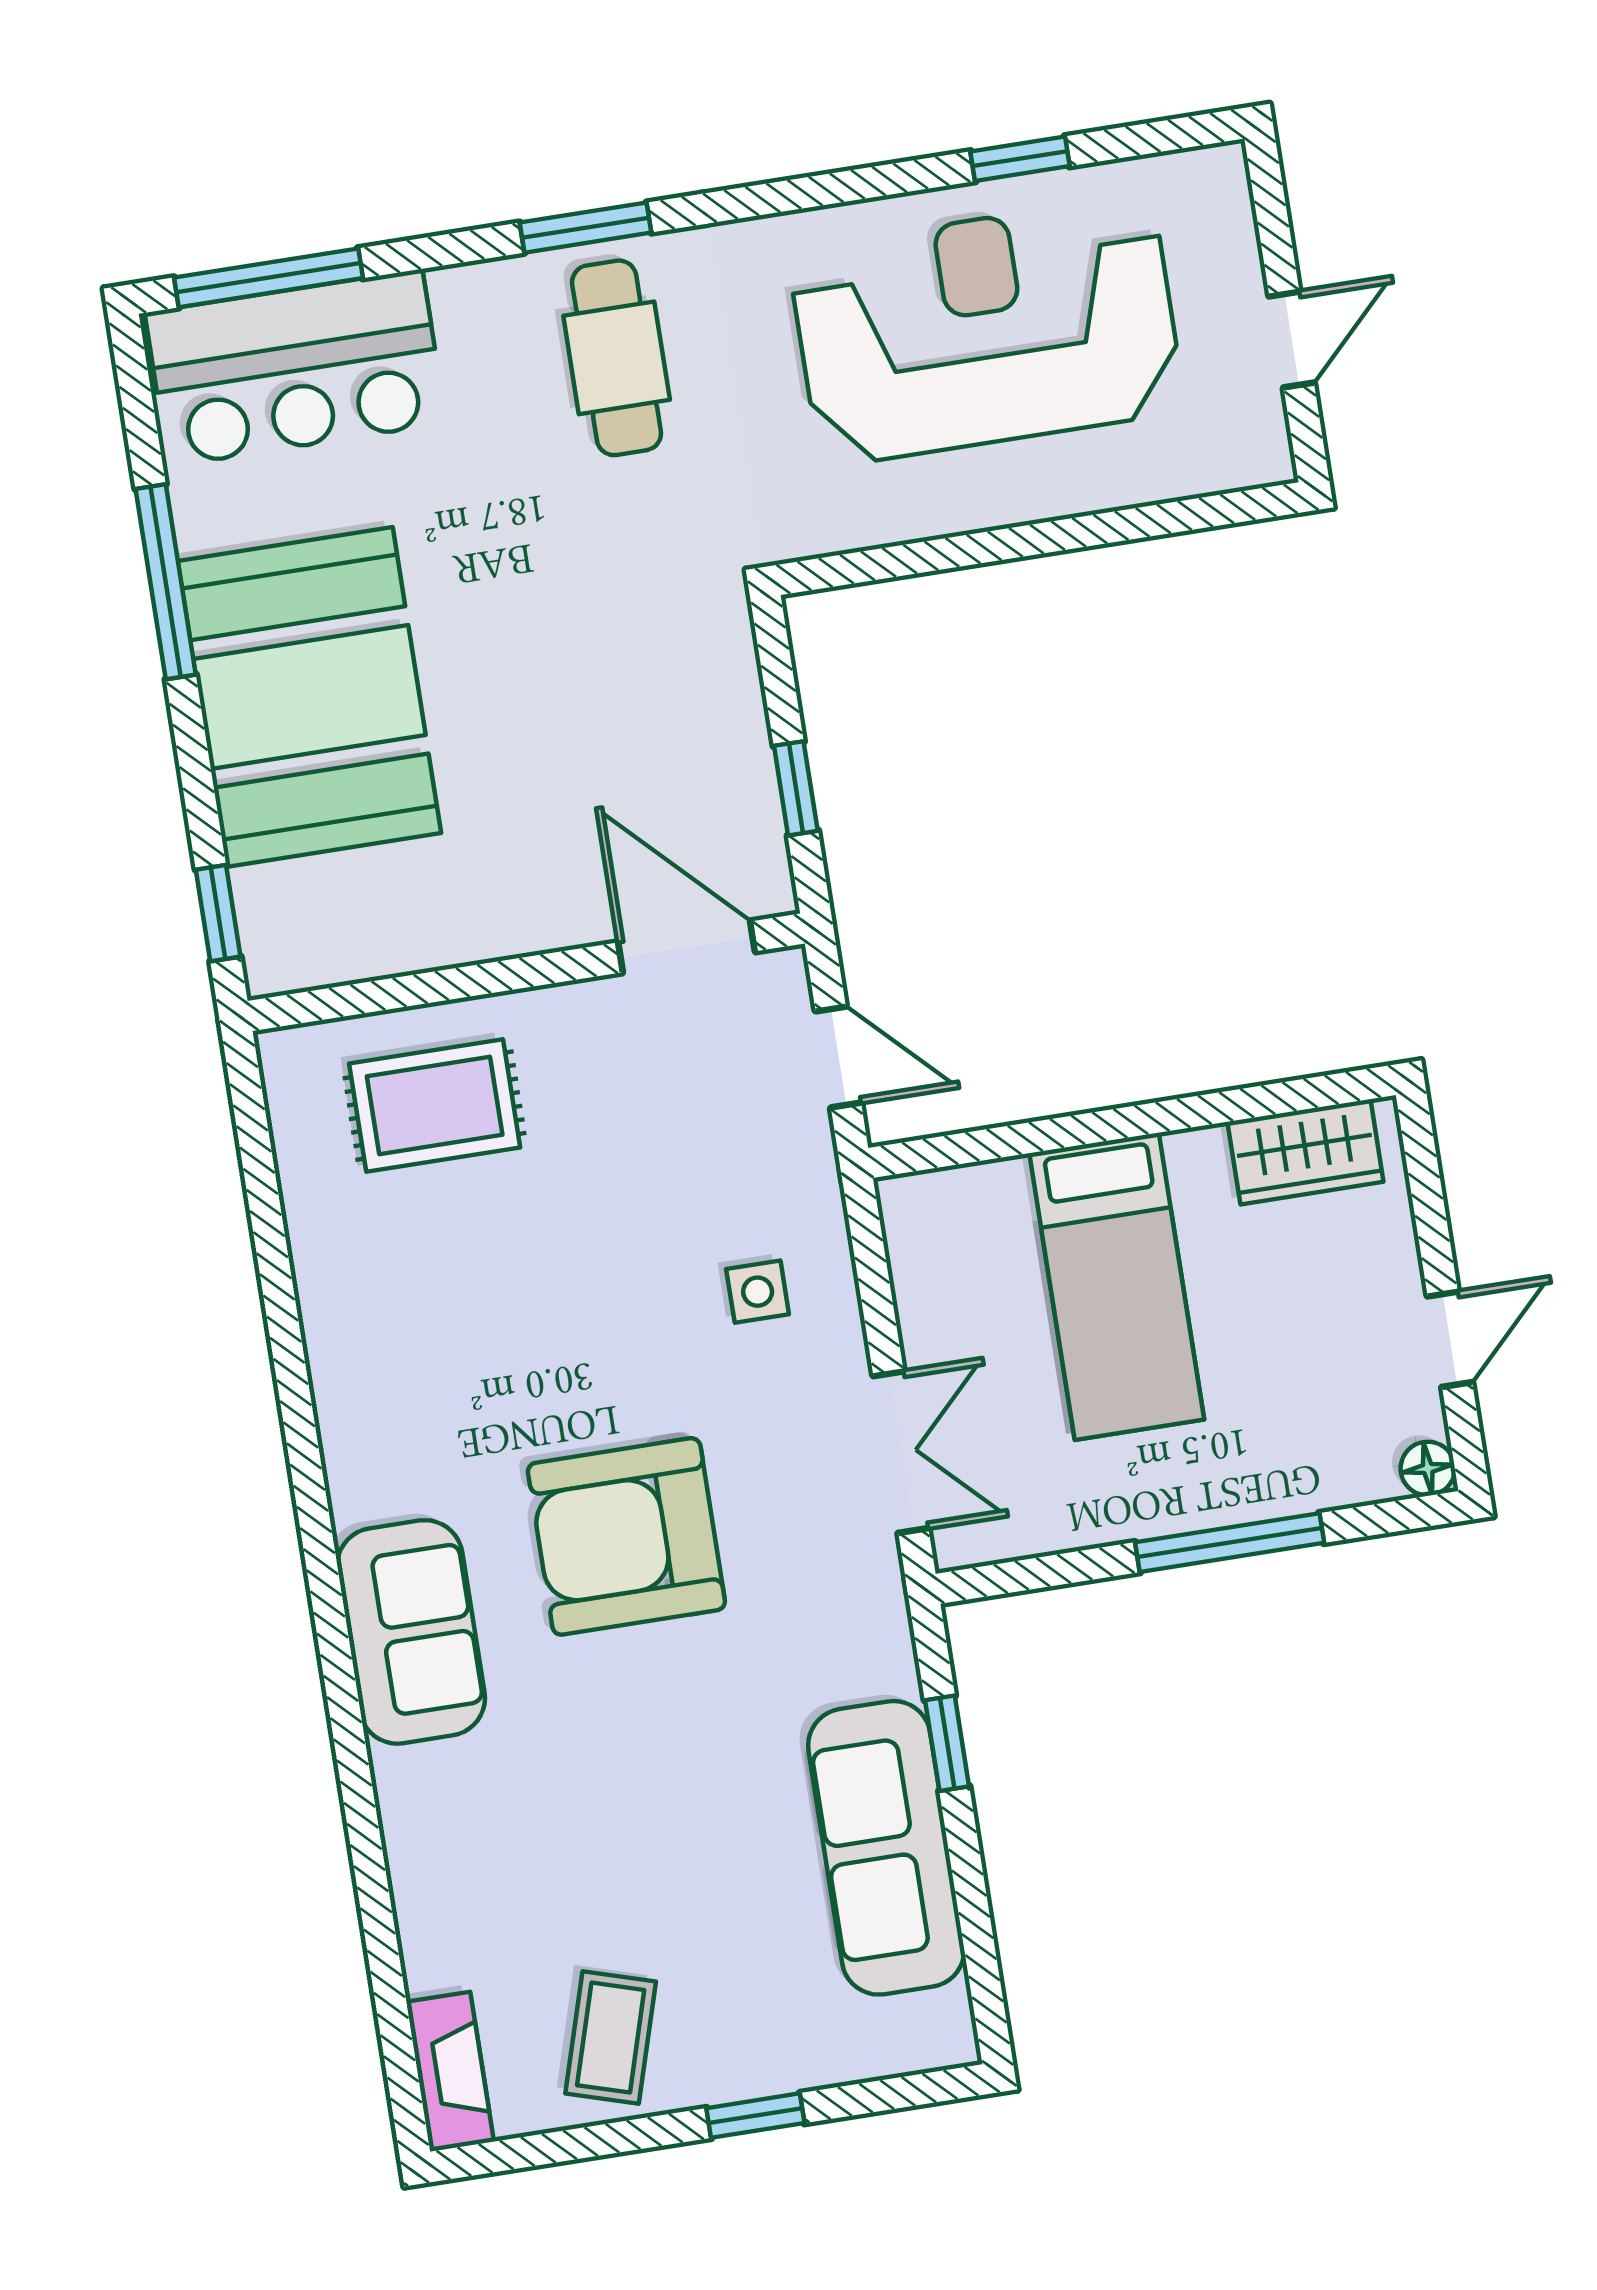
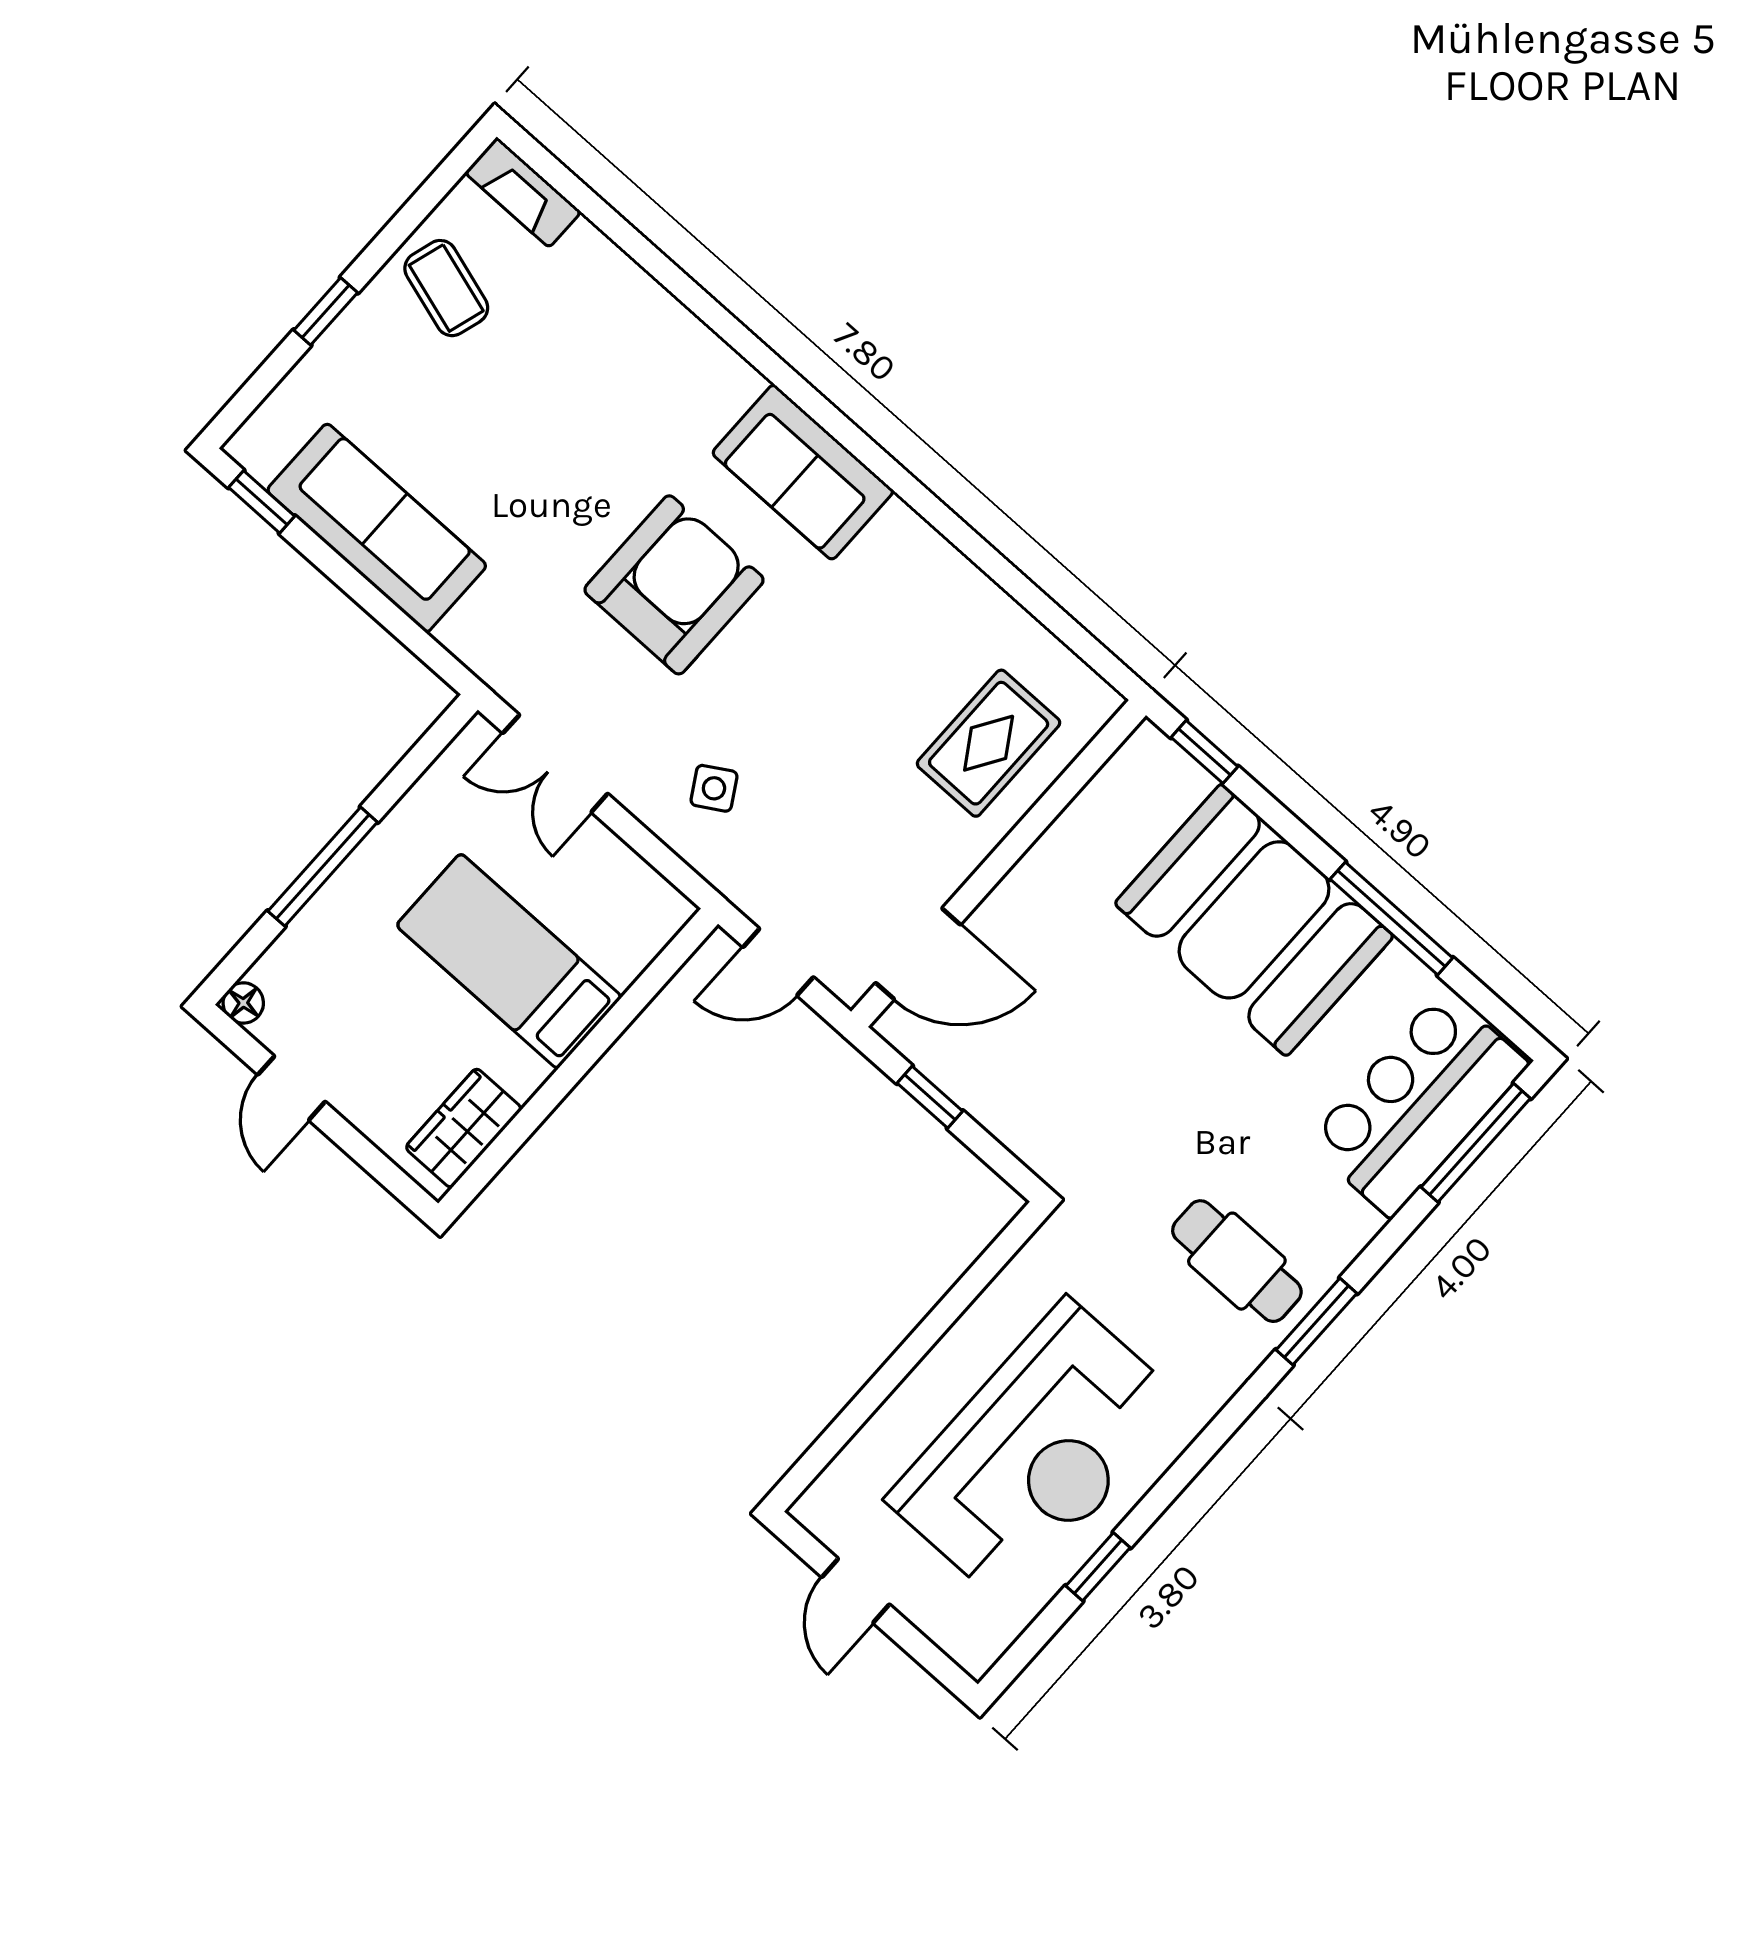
side table: (758, 1292) -> (714, 788), turned -31
sofa: (411, 1632) -> (803, 472), moved
window: (947, 1743) -> (262, 502), moved

